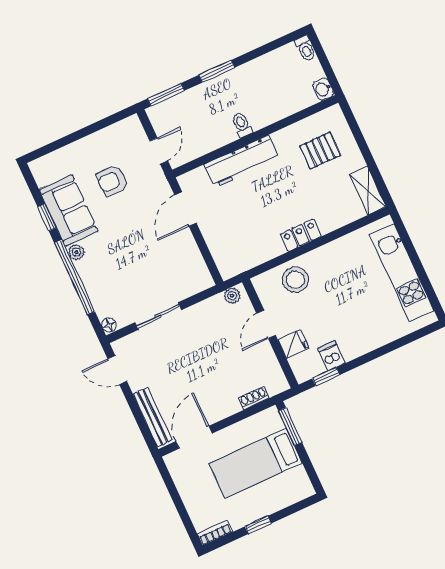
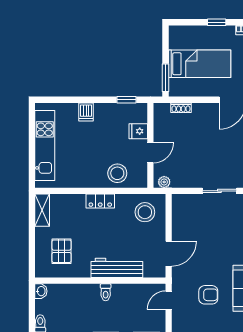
pallet: (320, 151) -> (62, 251), turned 90
stool: (239, 247) -> (145, 212), added
dishwasher: (331, 356) -> (86, 112), moved

